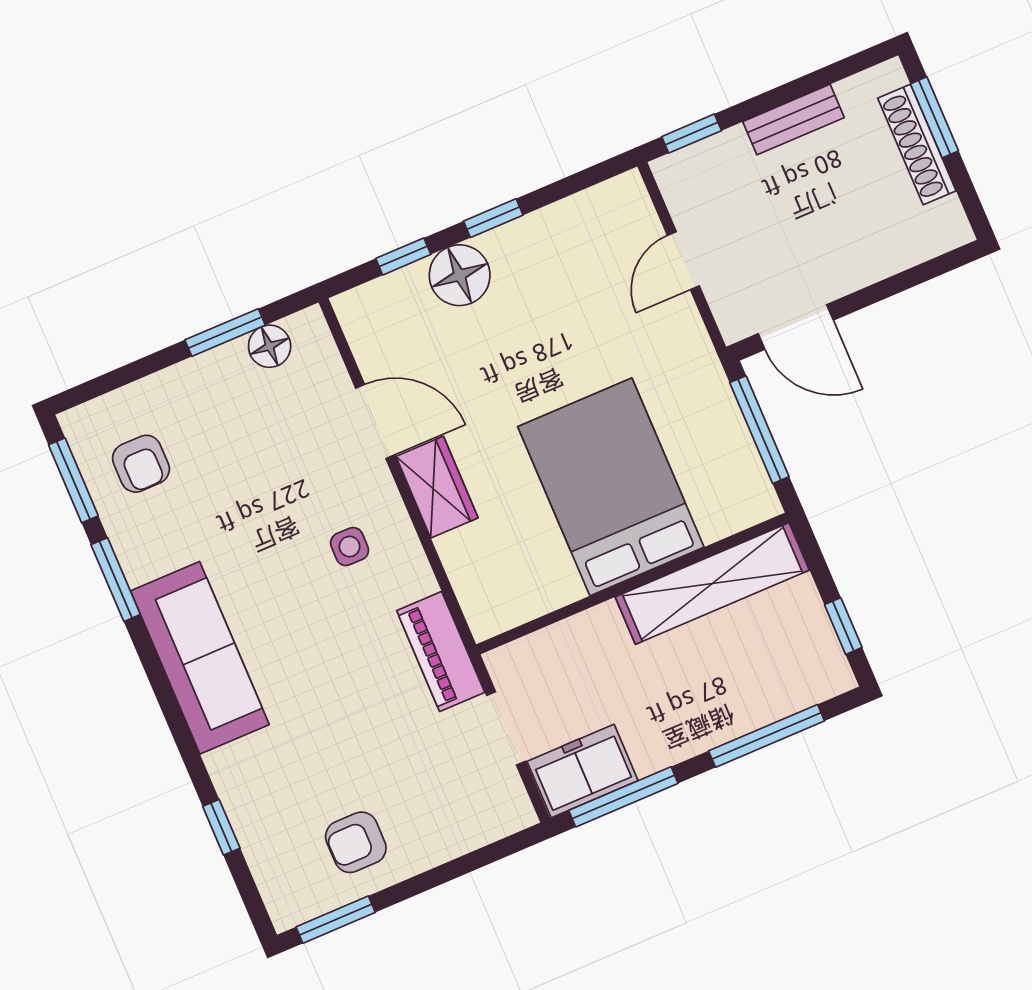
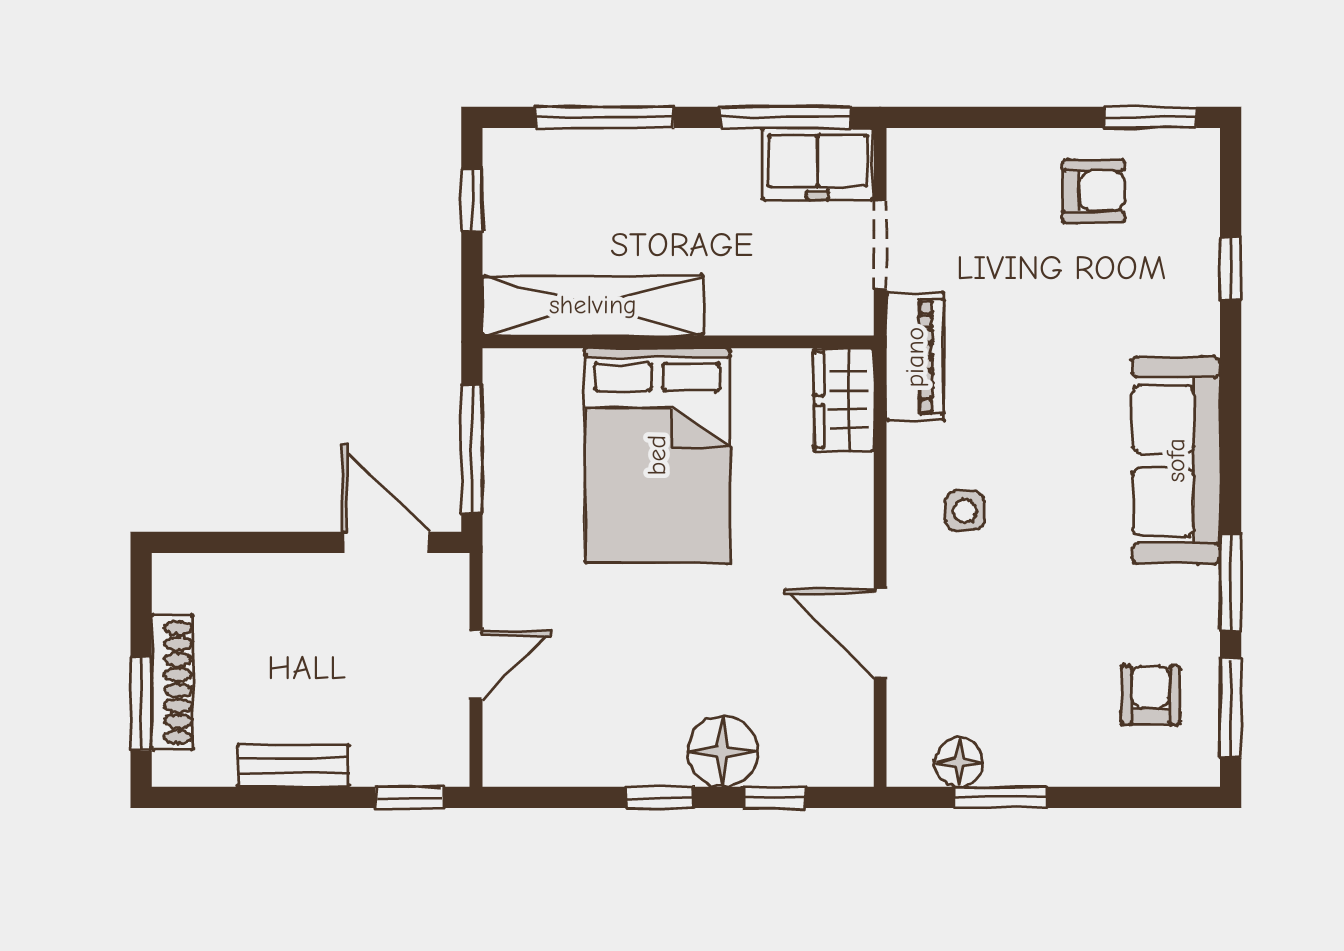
wardrobe: (437, 487) -> (844, 400), moved

